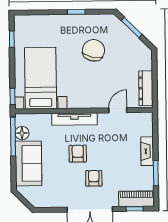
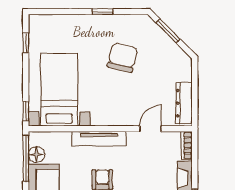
bookcase: (148, 124) -> (186, 145), added

